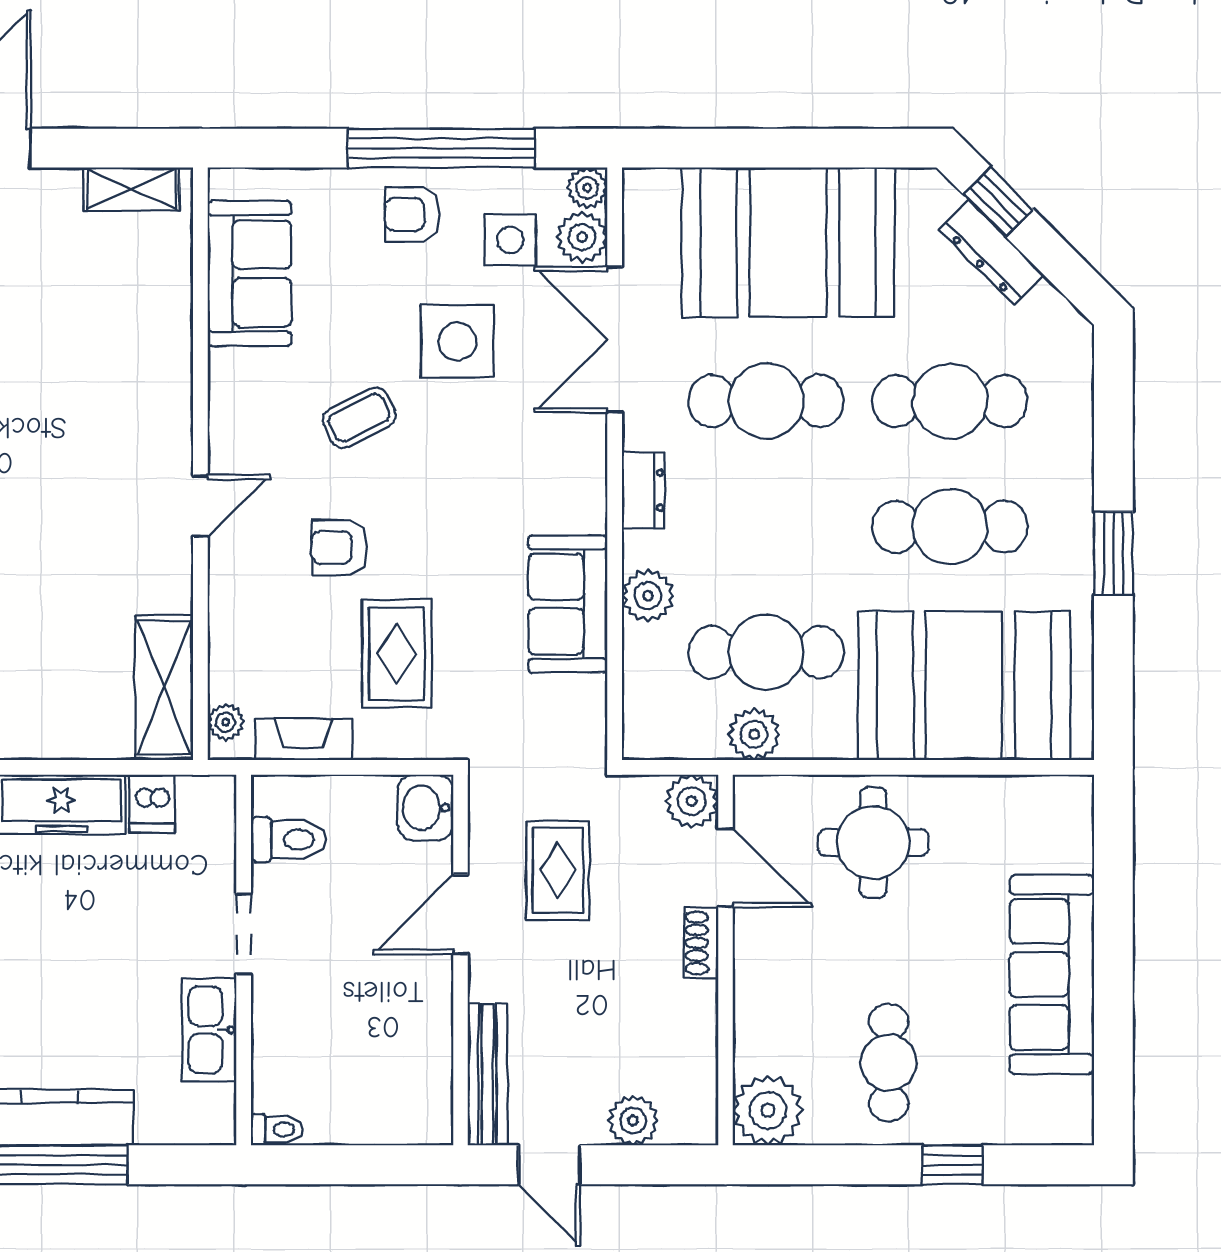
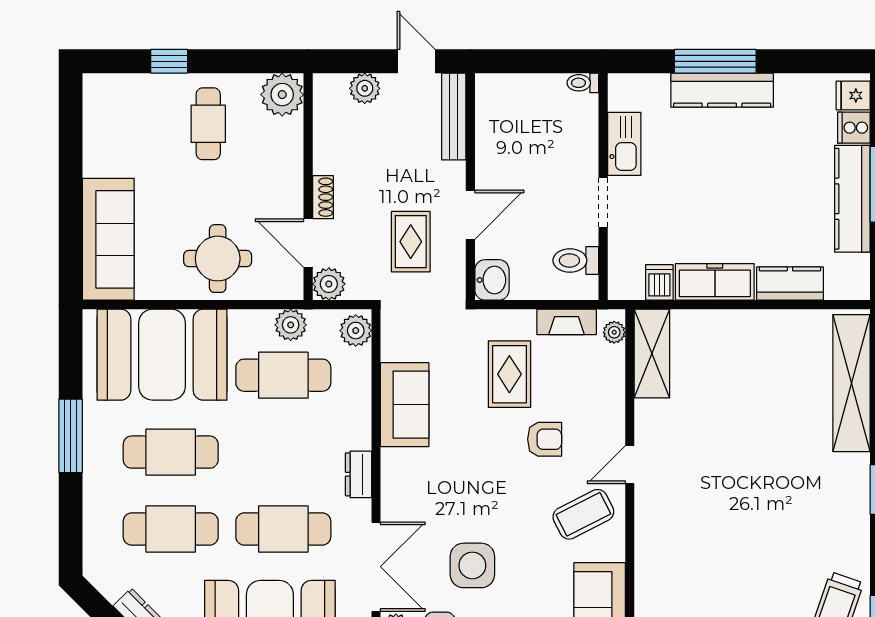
coffee table: (359, 418) -> (583, 514), moved, width x1.36, depth x1.30
window: (1113, 553) -> (71, 436), width x1.44
plant: (648, 596) -> (356, 331), moved
sofa: (1052, 974) -> (108, 239), moved

